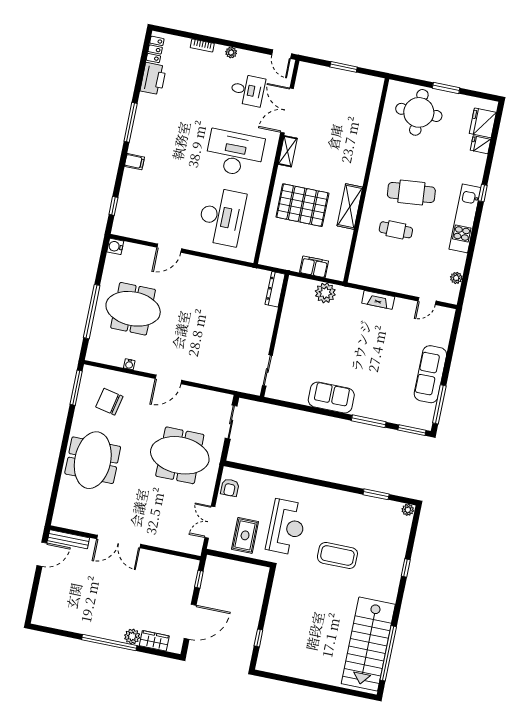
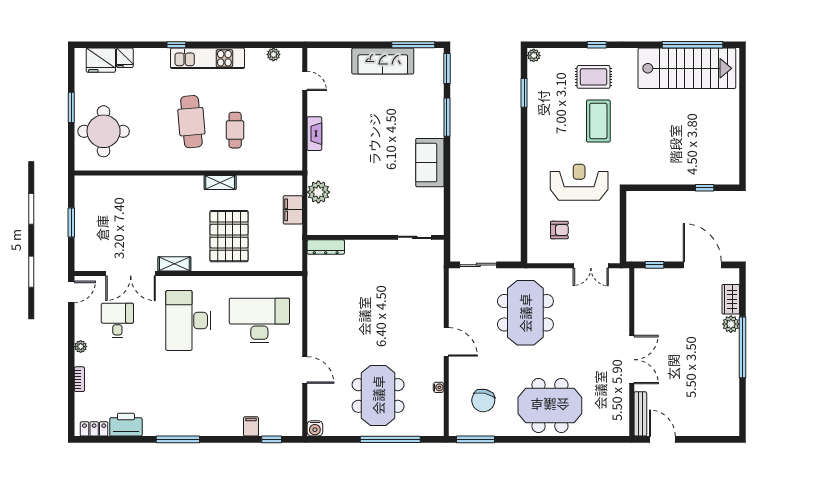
filing cabinet: (134, 162) -> (251, 426), moved
shelving: (350, 206) -> (220, 182), width x0.67, depth x0.75
armchair: (230, 488) -> (559, 230), moved
rug: (245, 535) -> (594, 77), moved

